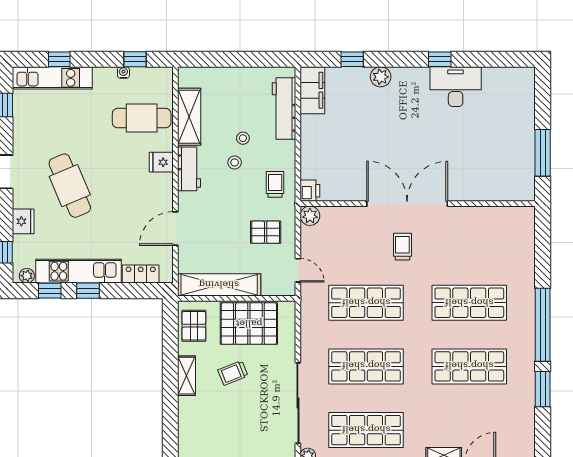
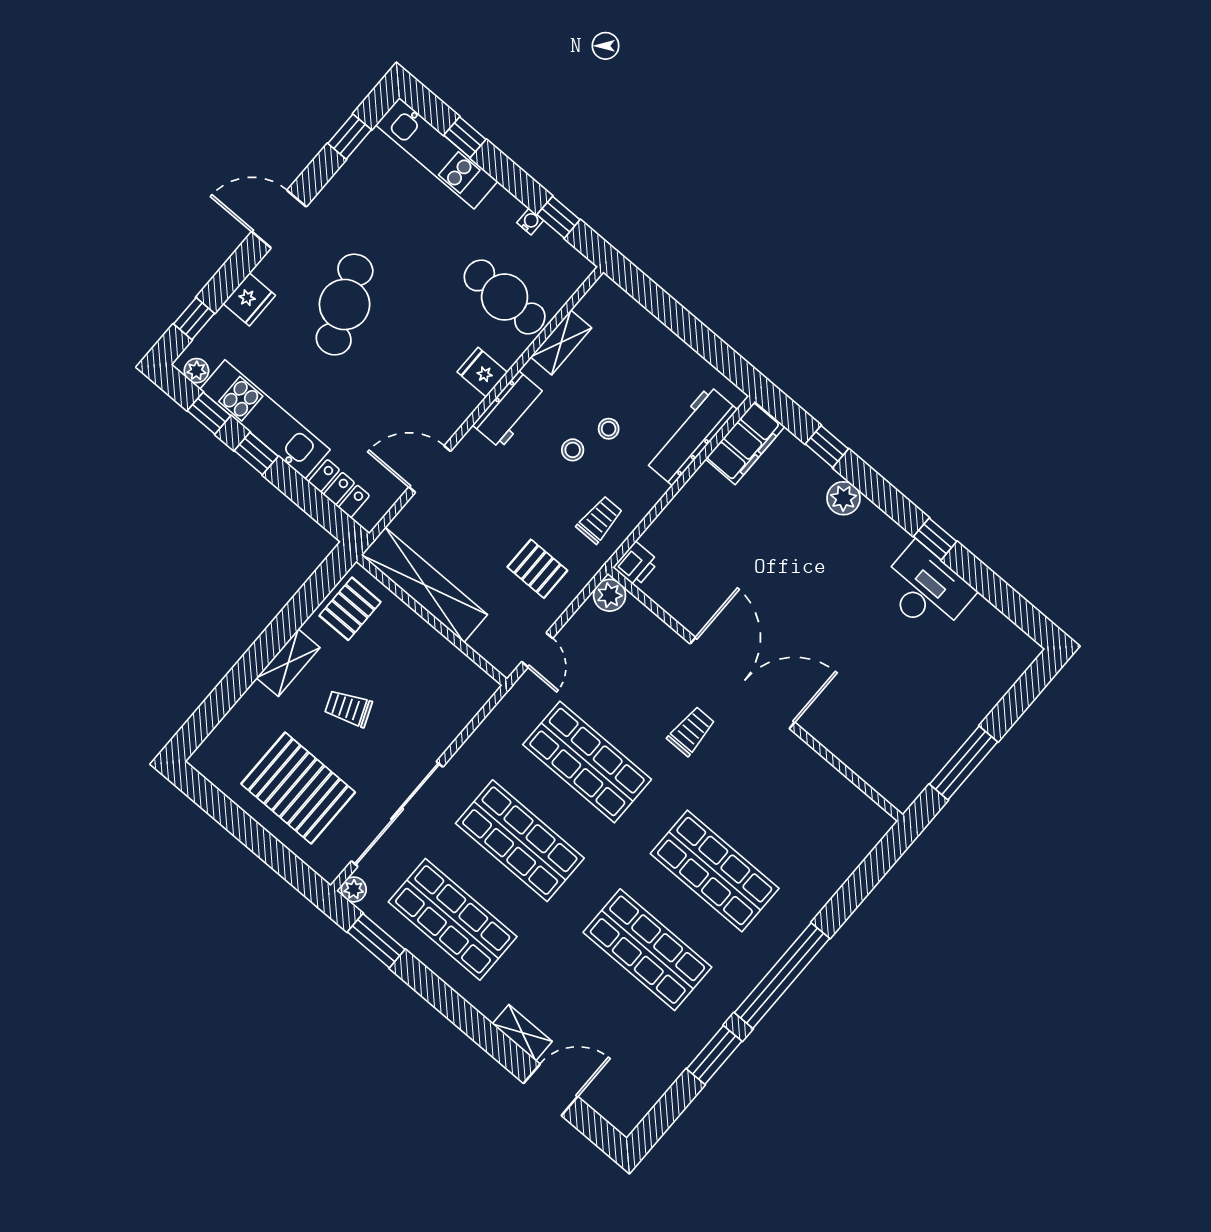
shelving: (189, 117) -> (561, 342), width x0.67, depth x0.75
pallet: (249, 324) -> (298, 788), moved

